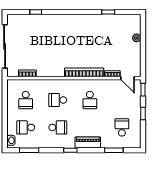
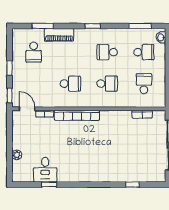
desk: (112, 25) -> (45, 170), added
school desk: (90, 100) -> (70, 84), turned 90
piano: (88, 143) -> (59, 35), moved

